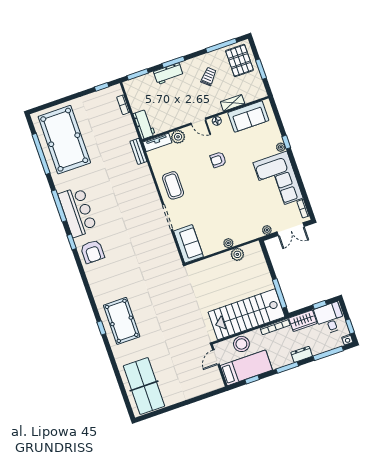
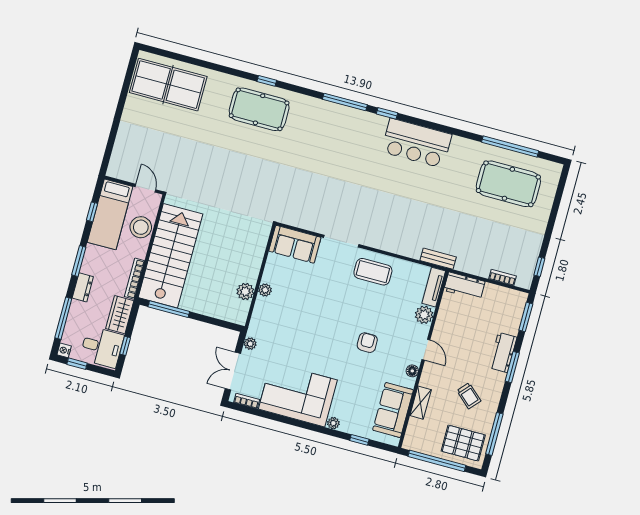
window: (261, 69) -> (437, 461), width x2.11
door: (198, 121) -> (426, 350), swing flipped
pool table: (64, 140) -> (508, 184), width x0.73, depth x0.76
window: (286, 142) -> (359, 440), moved
window: (59, 206) -> (345, 102), moved
armchair: (92, 252) -> (360, 130), removed

